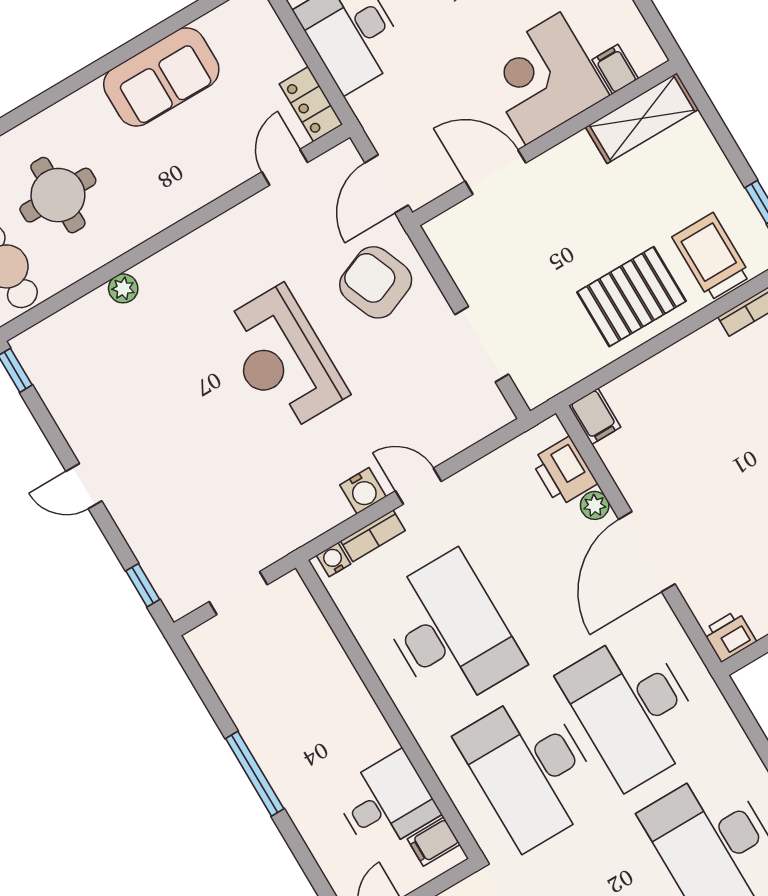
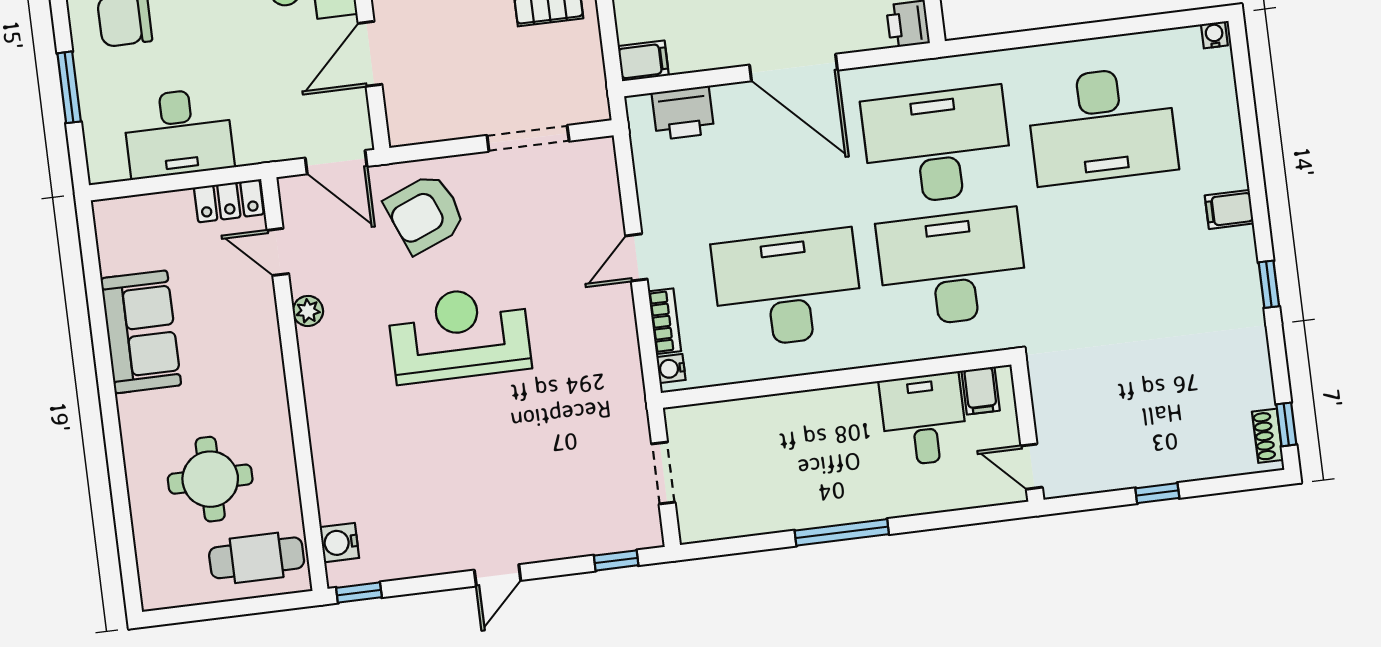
plant: (123, 288) -> (308, 311), moved
reception desk: (282, 359) -> (459, 334), turned 180
water cooler: (363, 491) -> (339, 543), moved, turned 180
plant: (595, 505) -> (728, 98), removed
desk: (633, 709) -> (937, 146), turned 180
desk: (531, 769) -> (952, 268), turned 180

